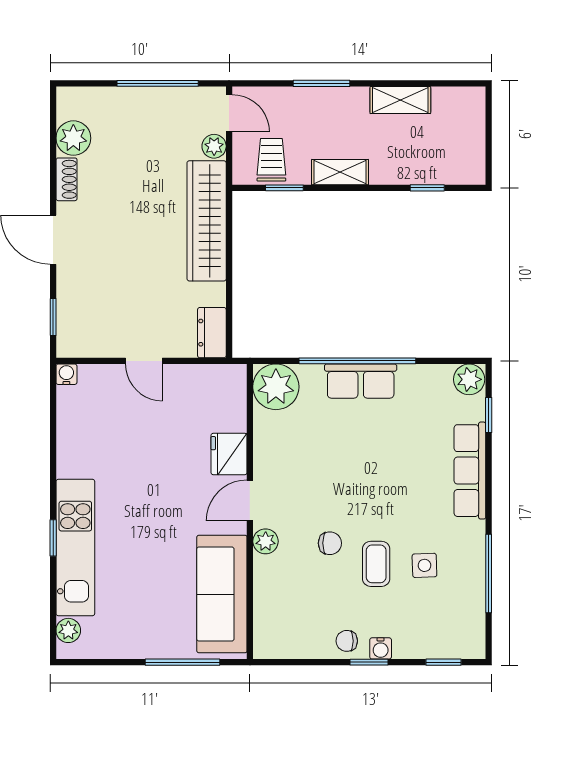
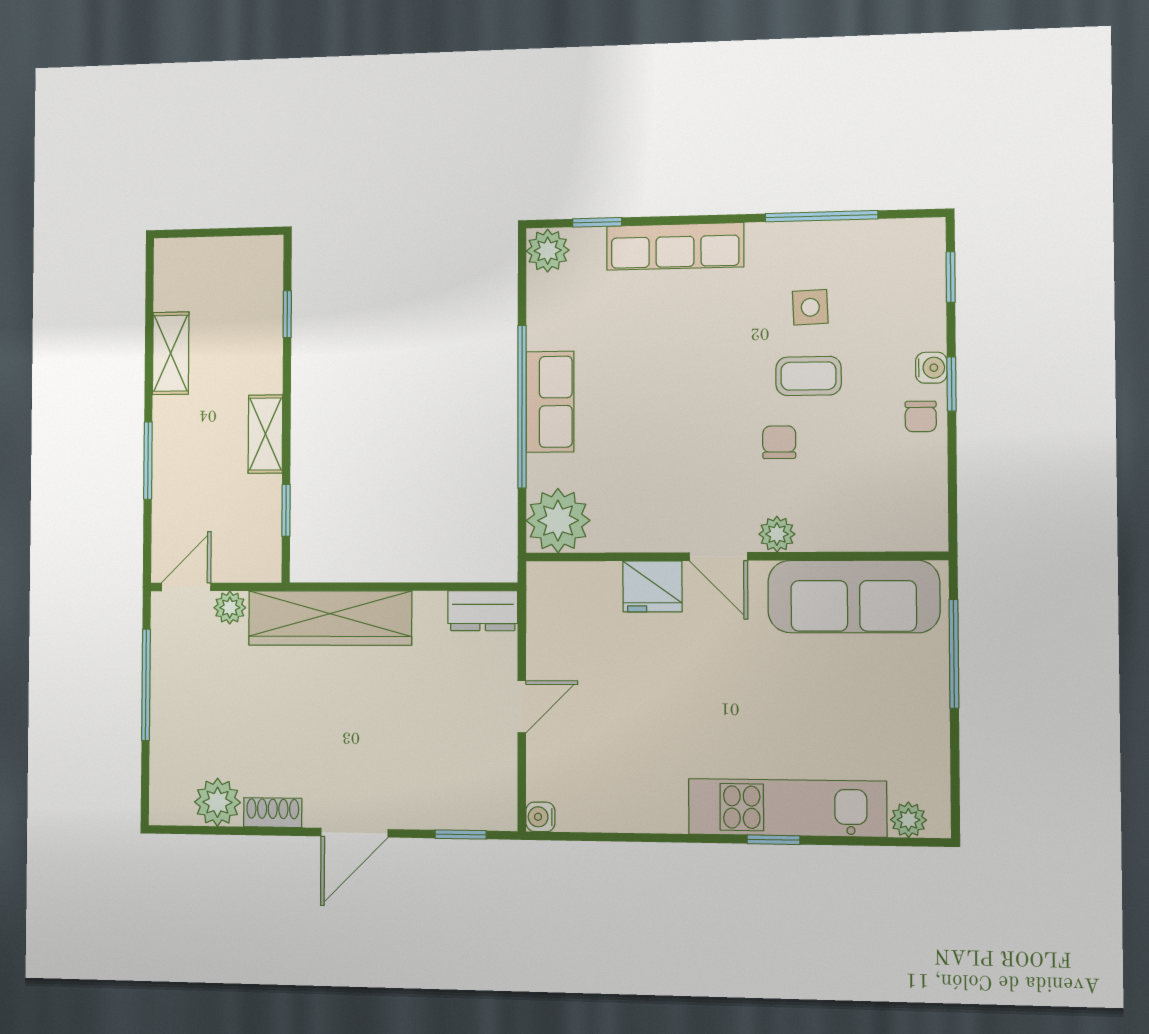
trolley: (271, 160) -> (248, 529), removed

